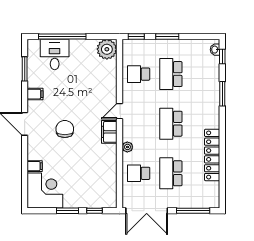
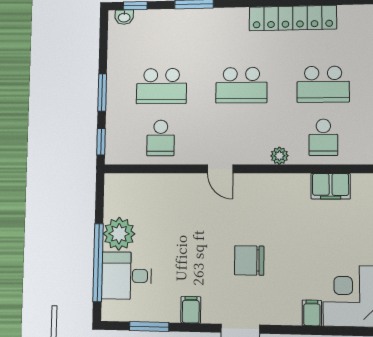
plant: (107, 49) -> (119, 234), moved
filing cabinet: (109, 132) -> (331, 186), moved

